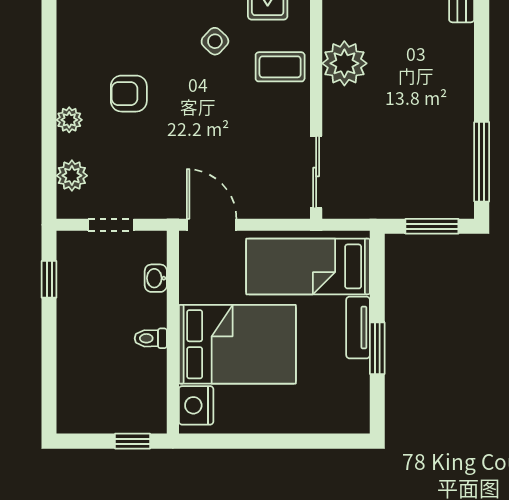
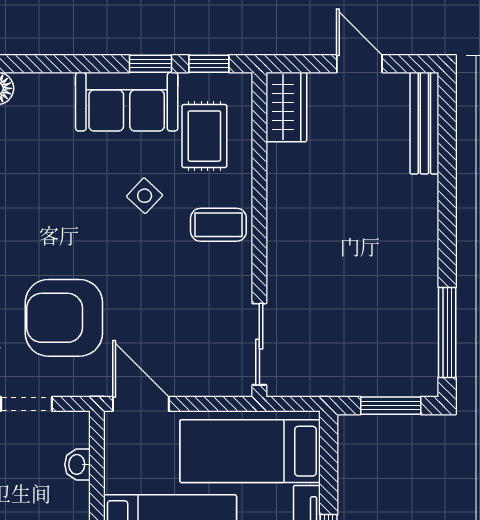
plant: (344, 63) -> (291, 221), removed
armchair: (129, 94) -> (64, 318), moved, width x1.88, depth x1.88

